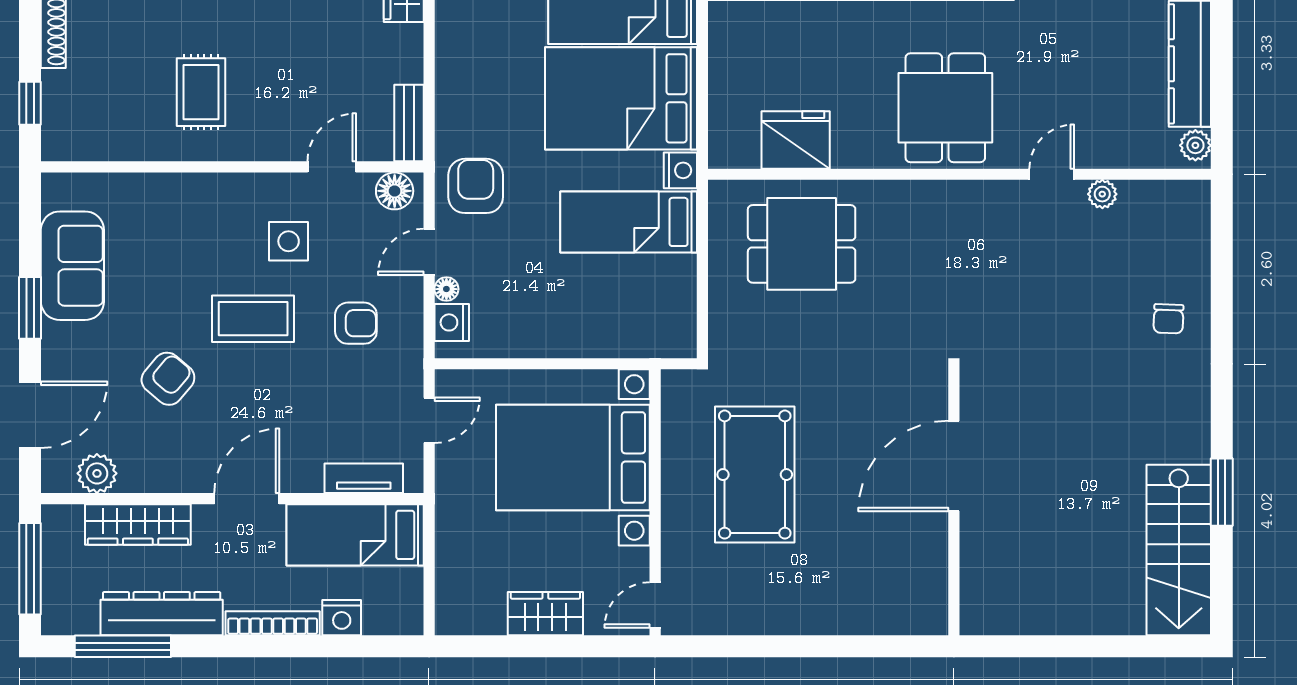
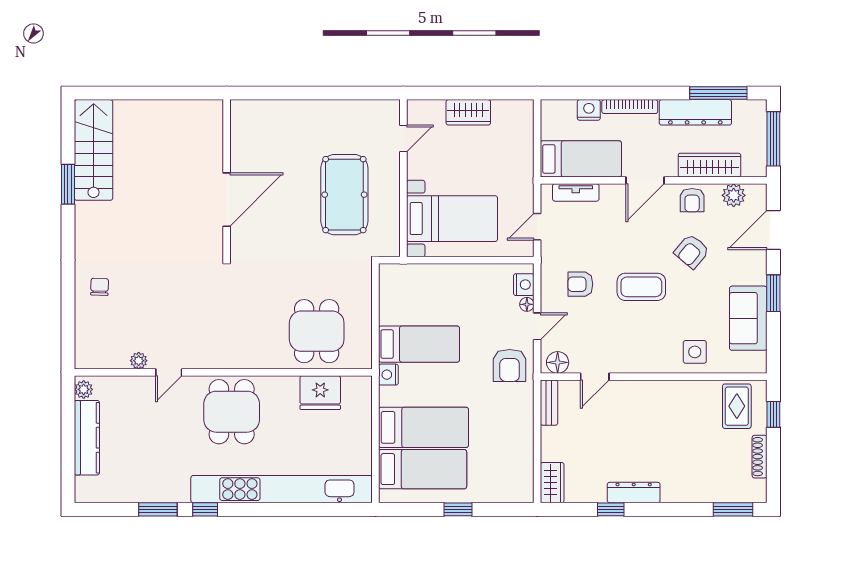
rug: (201, 92) -> (737, 406), moved
bed: (621, 98) -> (423, 427), width x0.67
side table: (289, 241) -> (695, 352), moved
dining table: (802, 244) -> (317, 331), turned 90
bed with nightstands: (573, 457) -> (452, 219), width x0.73
armchair: (167, 465) -> (692, 200), added
door: (655, 605) -> (403, 138), moved

